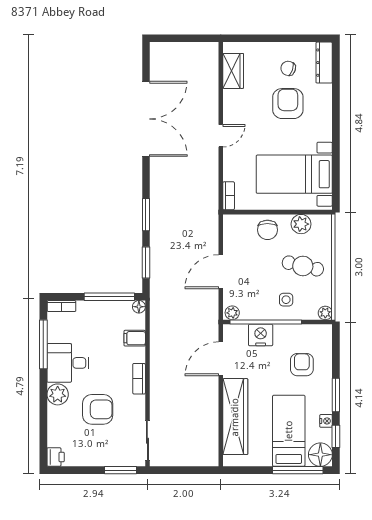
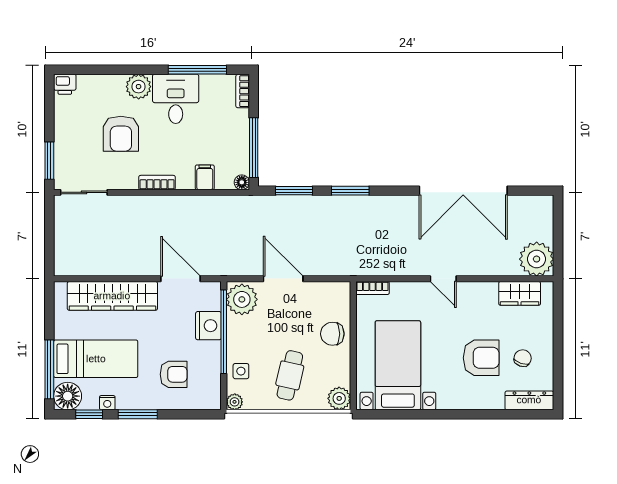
plant: (204, 57) -> (537, 259), added
plant: (301, 224) -> (339, 398), moved
side table: (286, 300) -> (241, 371), moved
plant: (232, 313) -> (242, 299), width x1.88, depth x1.88

